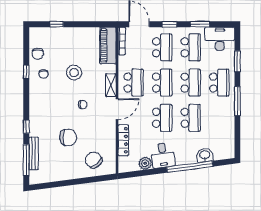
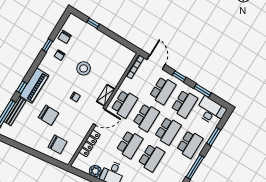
piano: (108, 45) -> (34, 85), moved, turned 180
chair: (94, 160) -> (57, 144), turned 129

